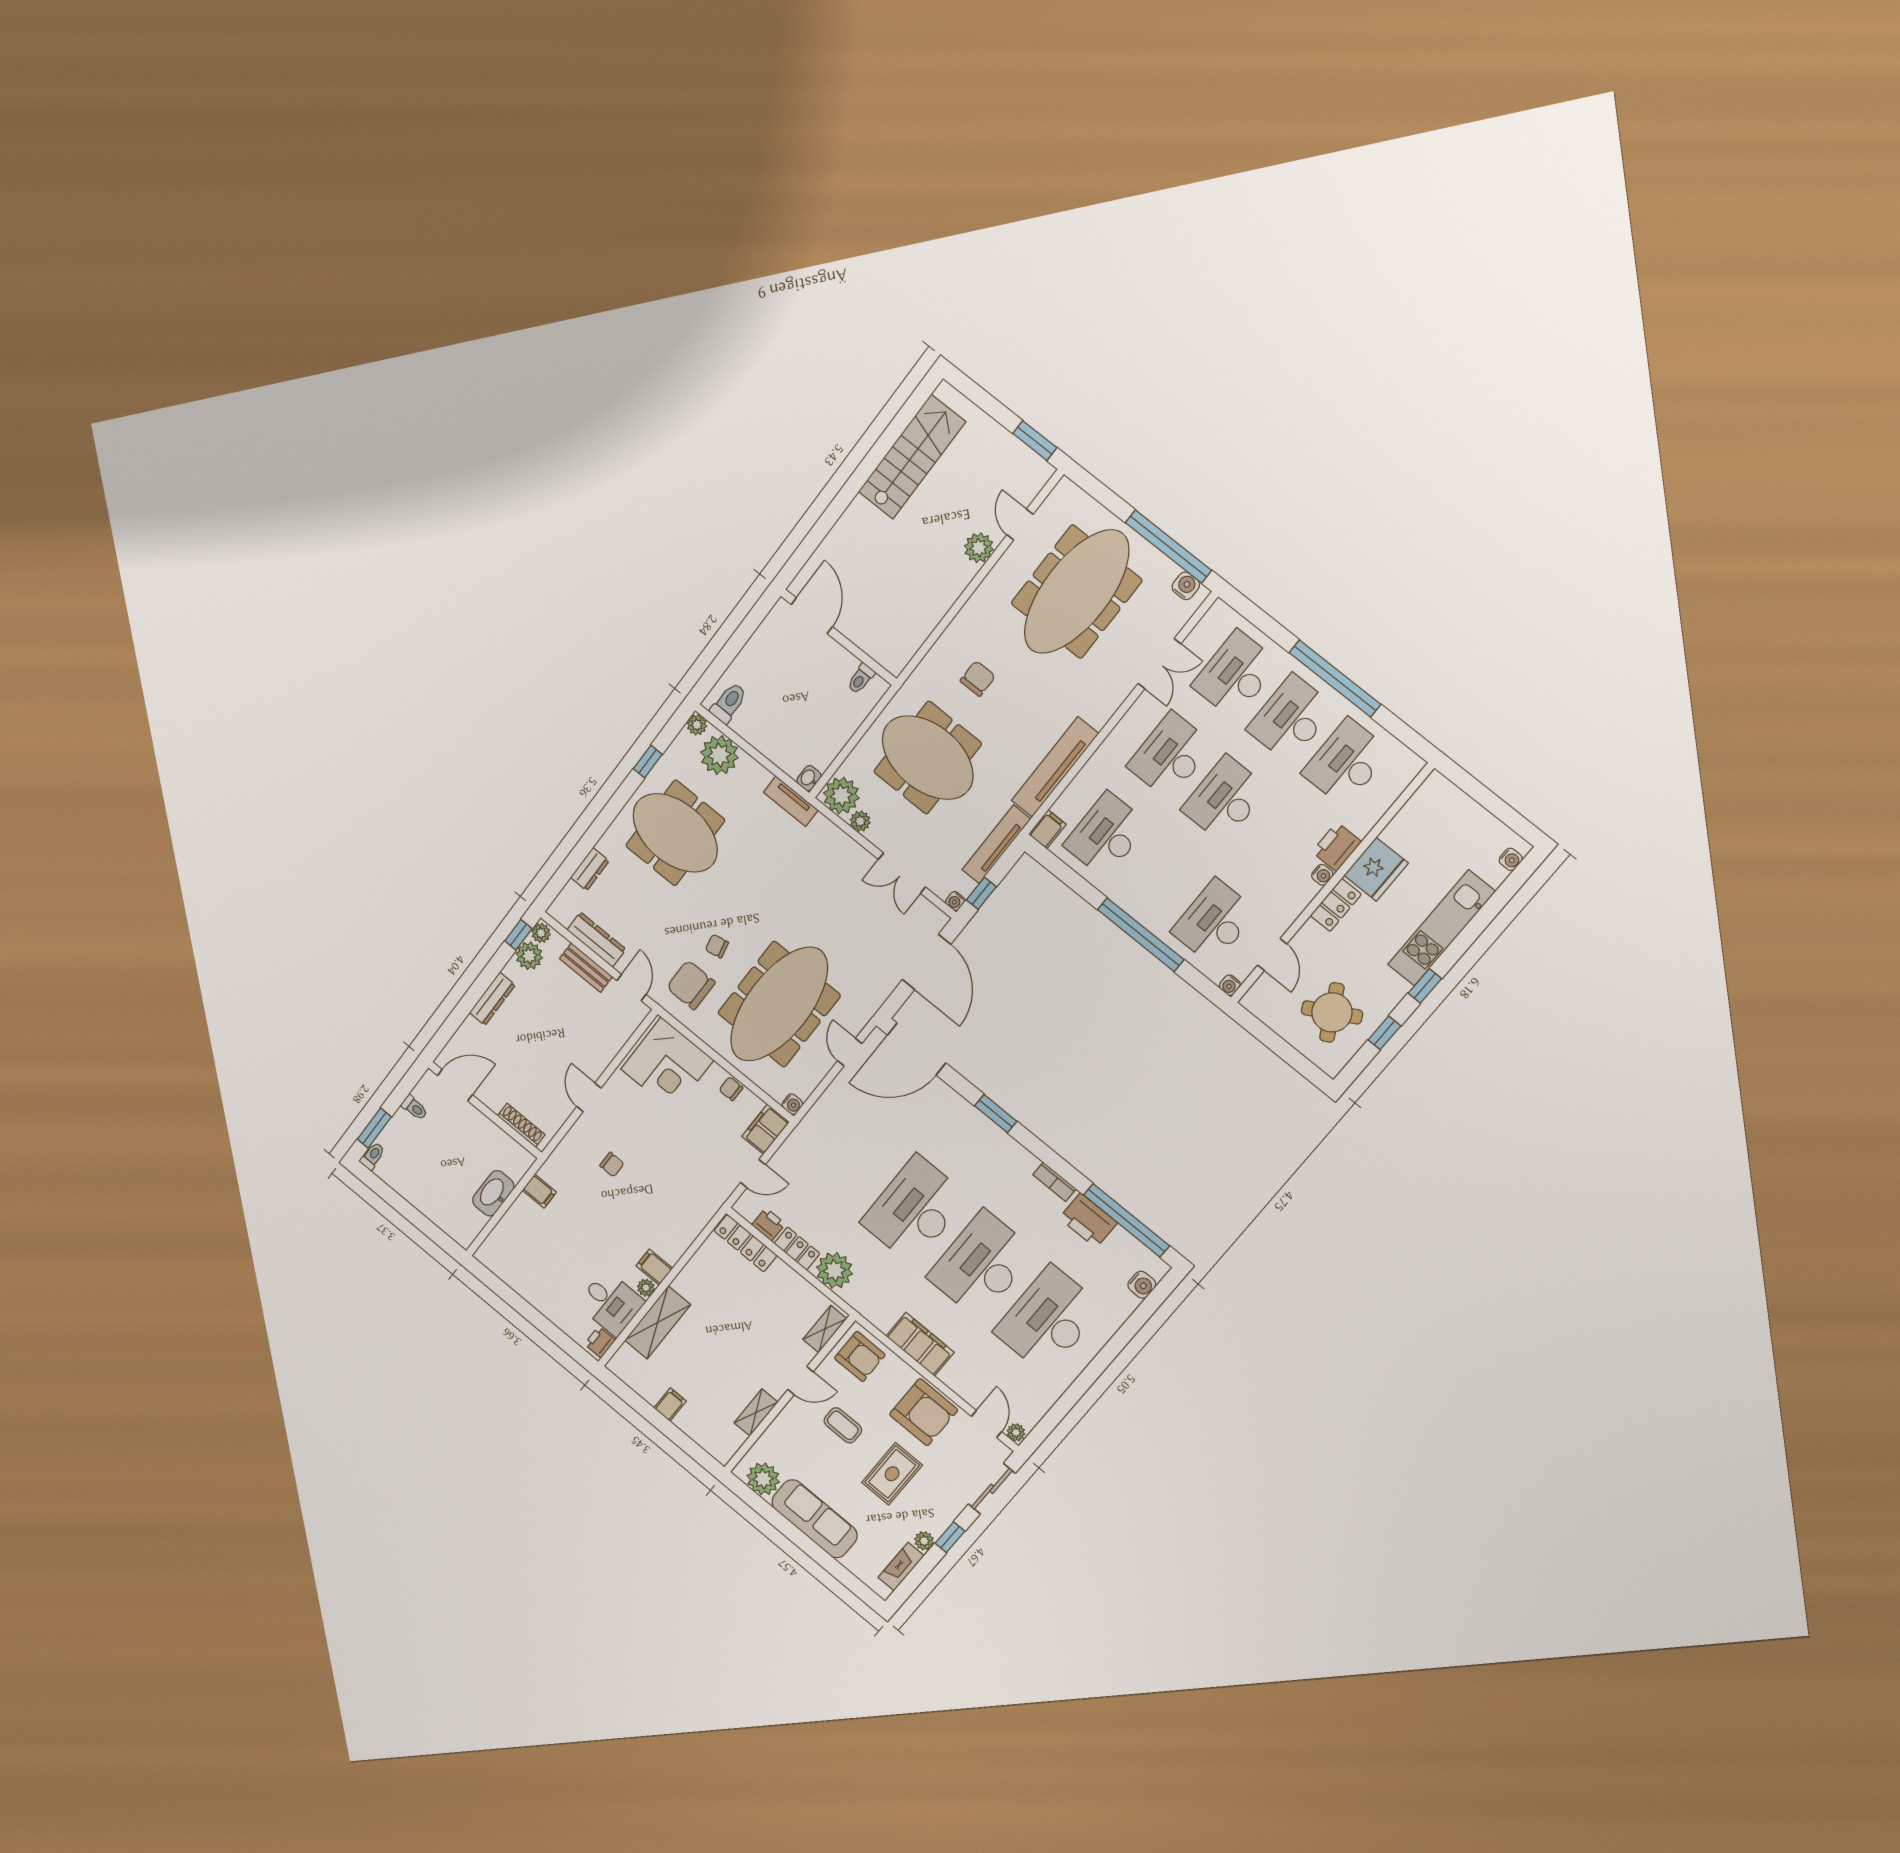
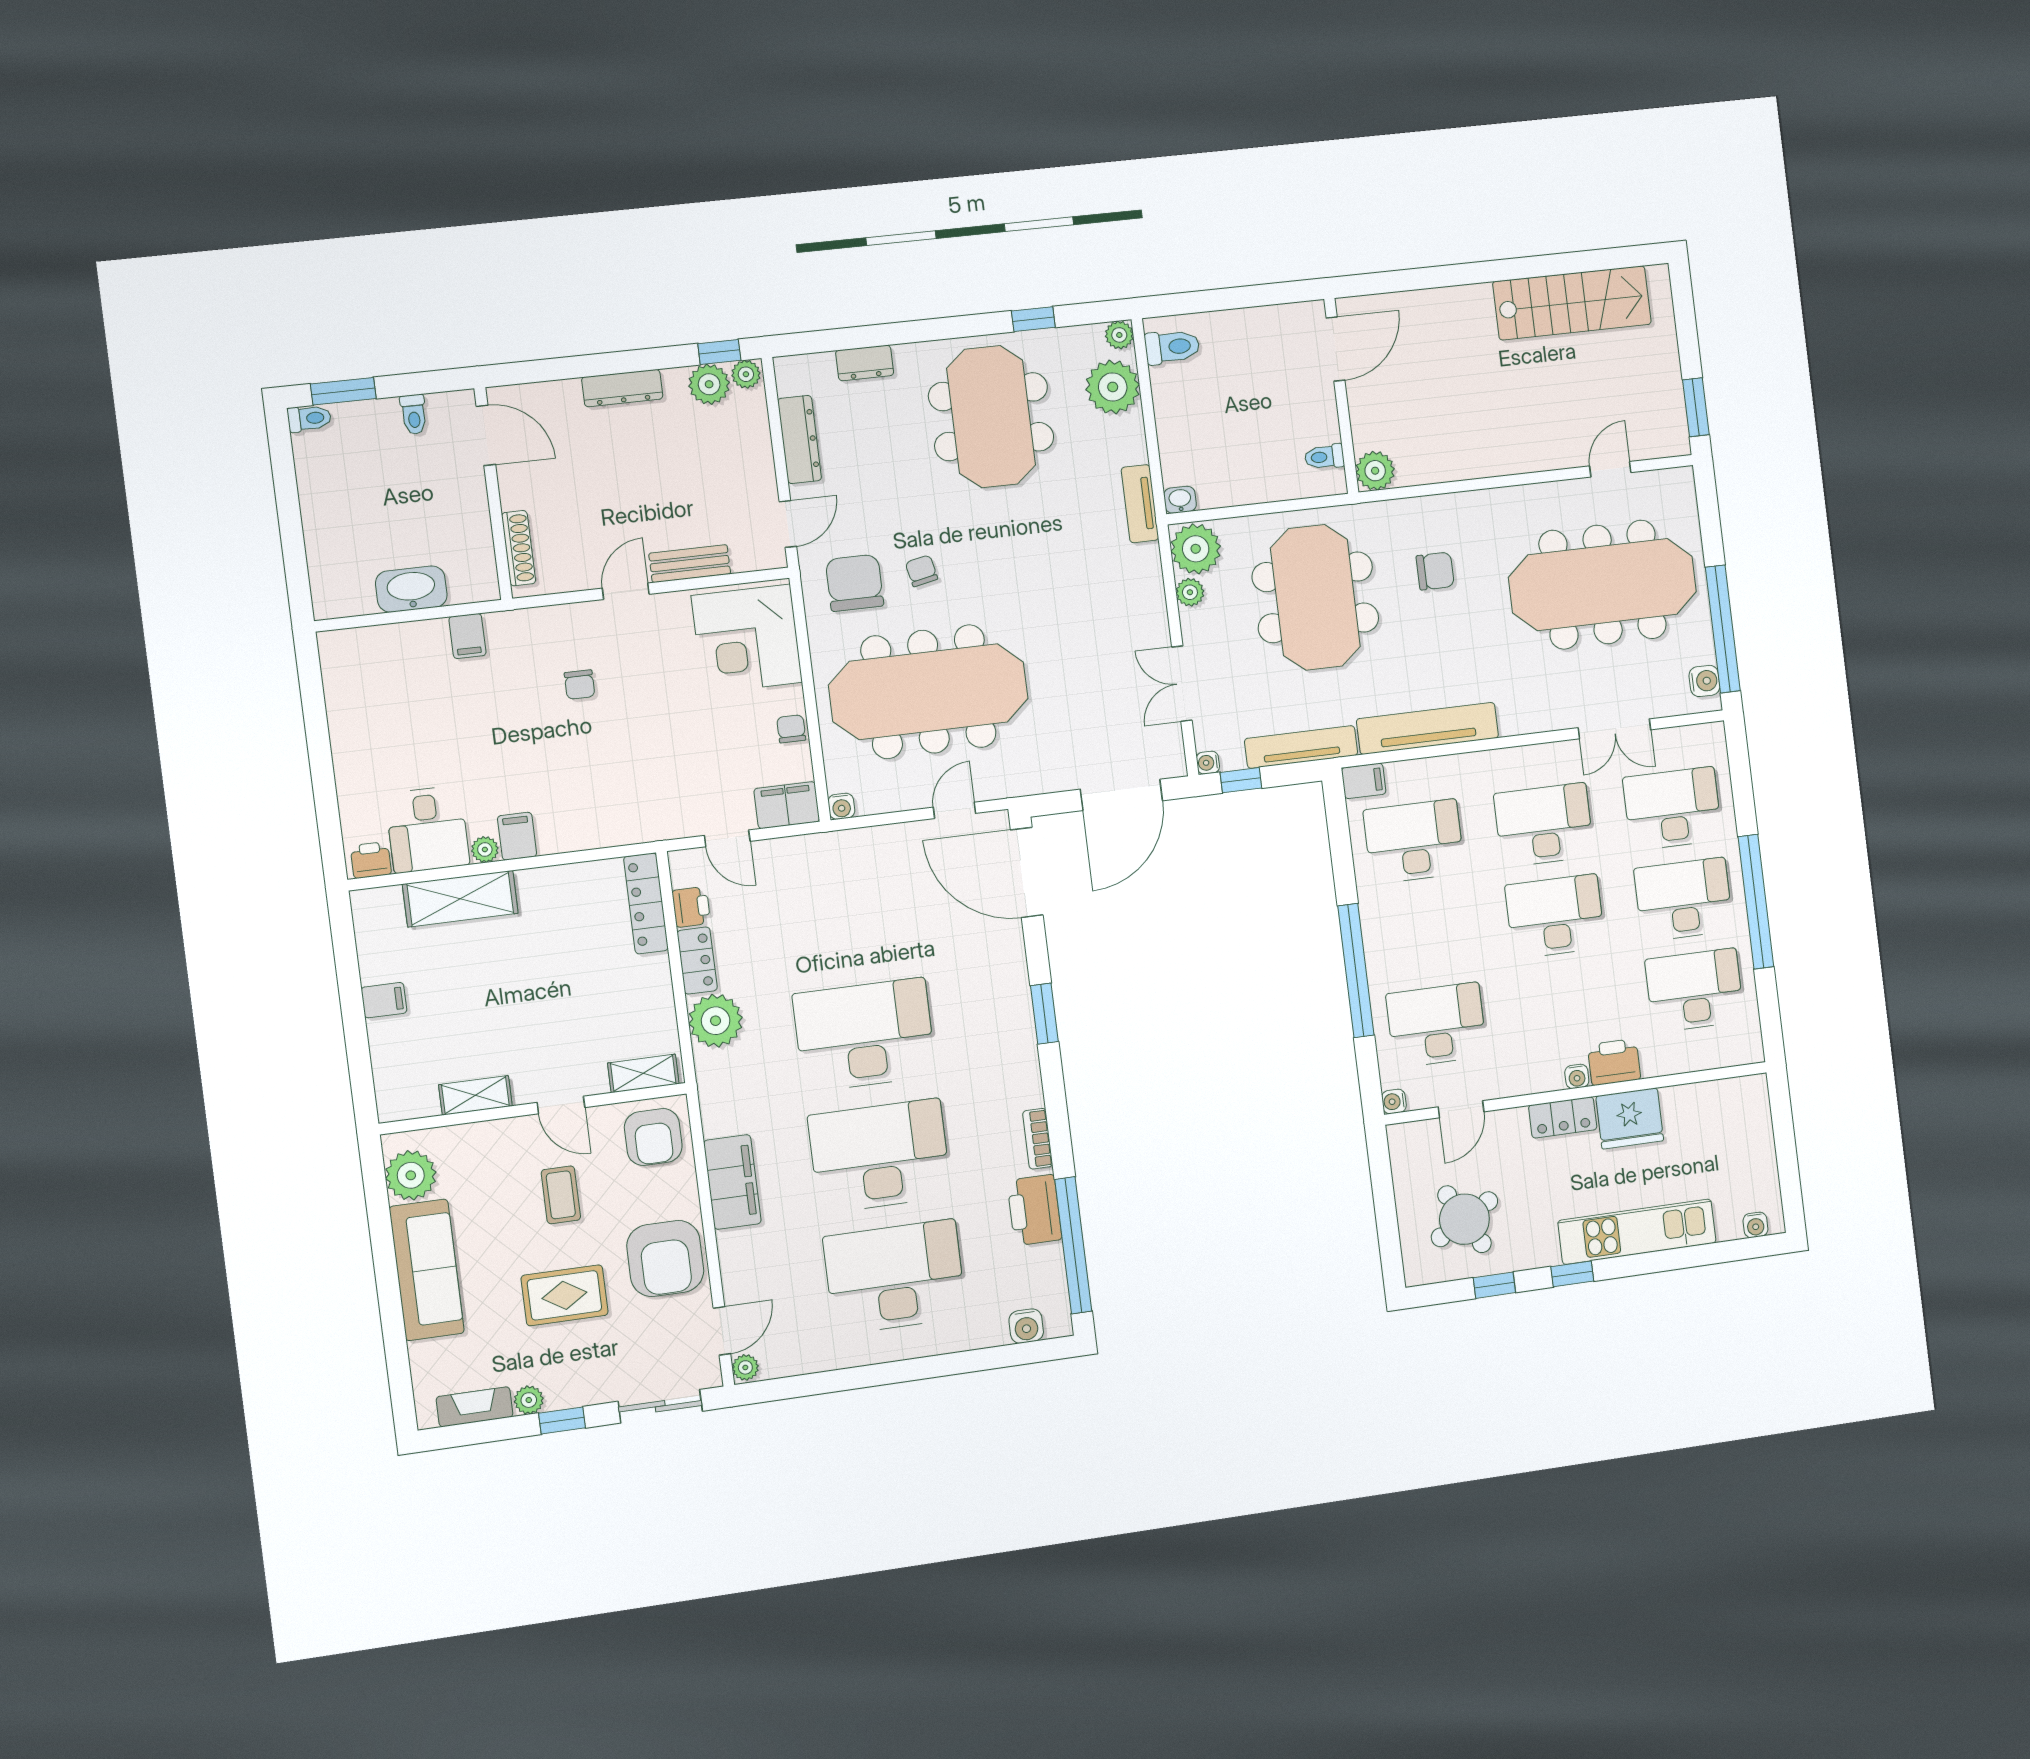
plant: (979, 548) -> (1375, 471), moved
bench: (586, 968) -> (690, 564), moved, turned 90

